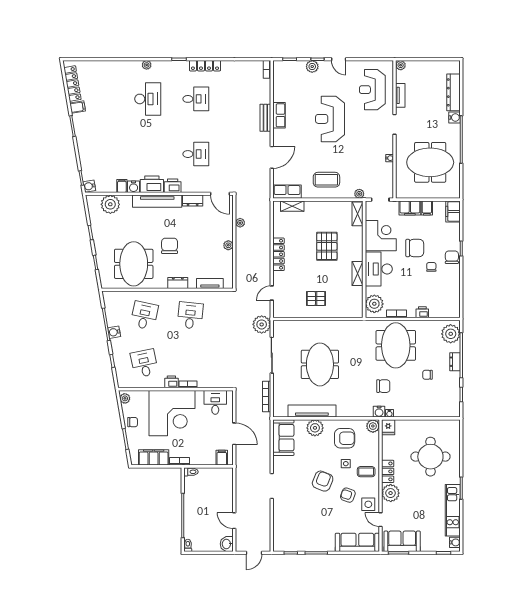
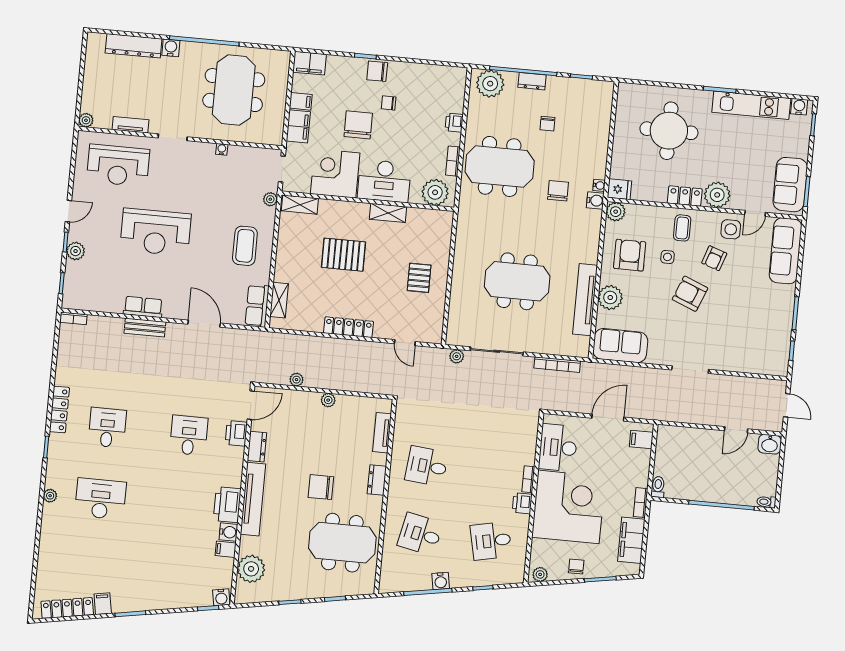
printer: (173, 186) -> (236, 433), moved
plant: (262, 324) -> (457, 356), width x0.53, depth x0.53
desk: (215, 402) -> (558, 448), width x1.37

